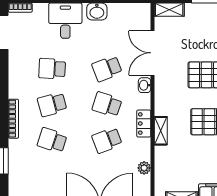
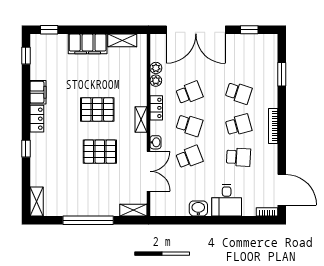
bookcase: (13, 119) -> (273, 126), moved
shelving: (161, 131) -> (141, 120), moved
plant: (144, 154) -> (156, 81), added

